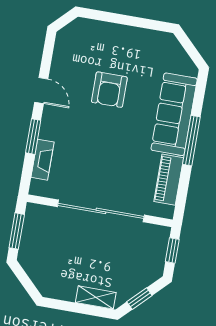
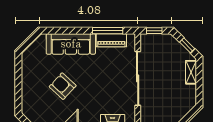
armchair: (109, 90) -> (63, 86), turned -137
window: (191, 141) -> (108, 31), moved

